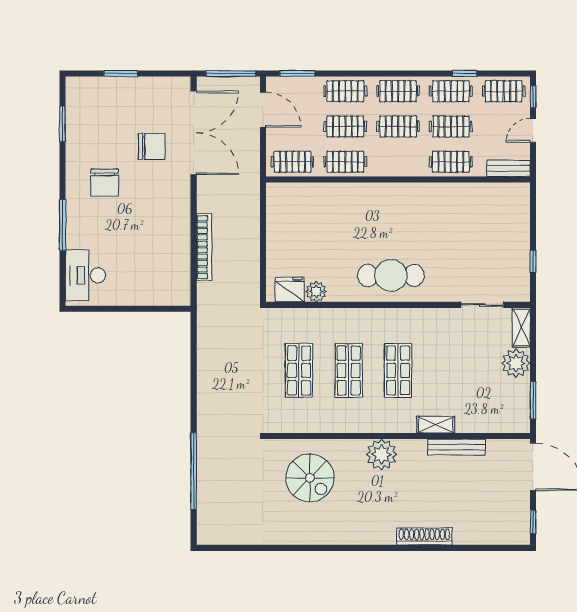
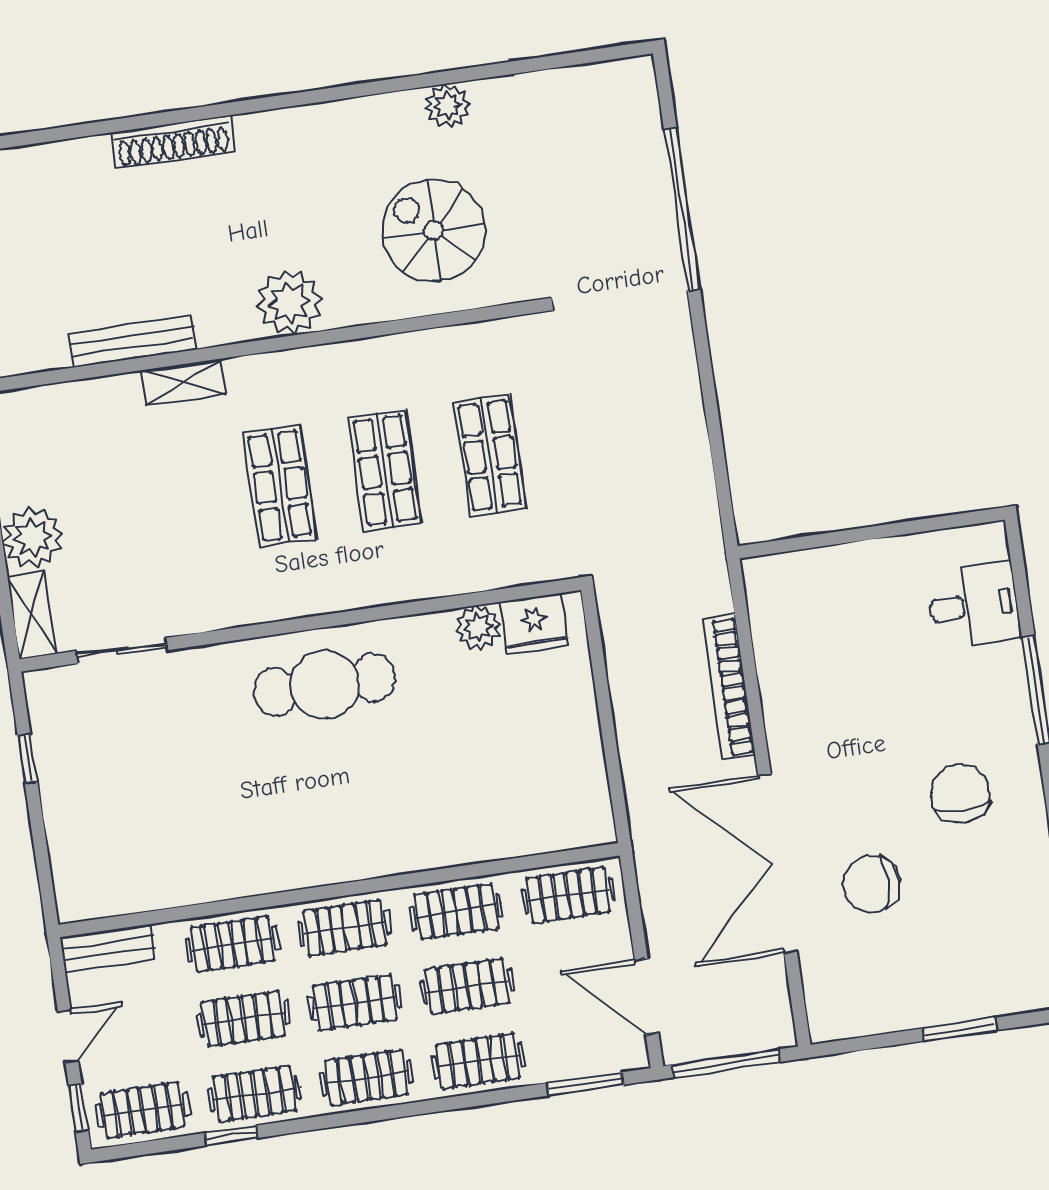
double door: (194, 133) -> (778, 863), moved
clothes rail: (398, 162) -> (344, 928), added
desk: (85, 275) -> (974, 605), width x0.73
plant: (295, 535) -> (447, 106), added

